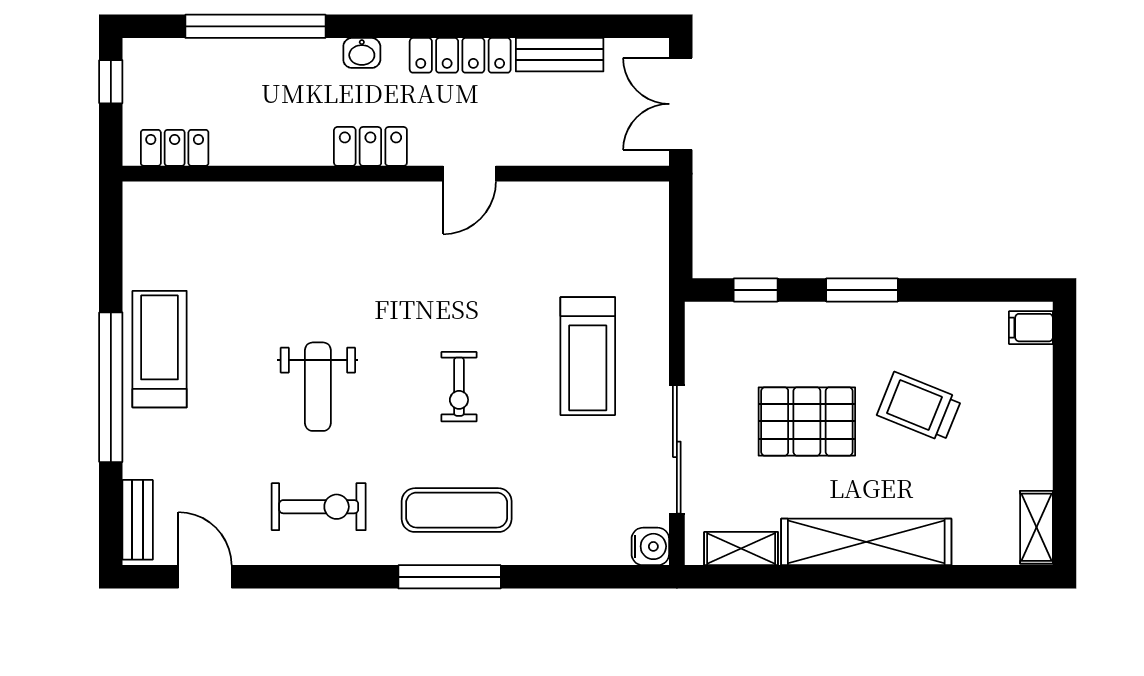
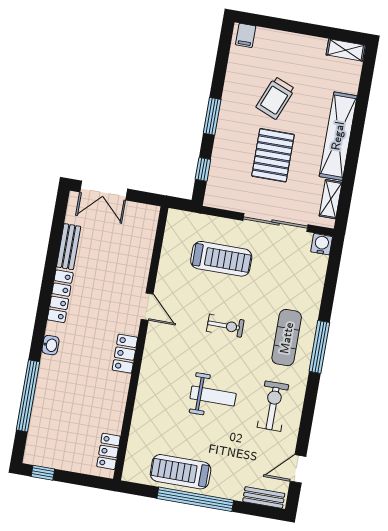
locker: (370, 146) -> (125, 354), moved
locker: (175, 148) -> (109, 451), moved
wall: (396, 174) -> (141, 343), moved
door: (470, 174) -> (147, 307), moved

